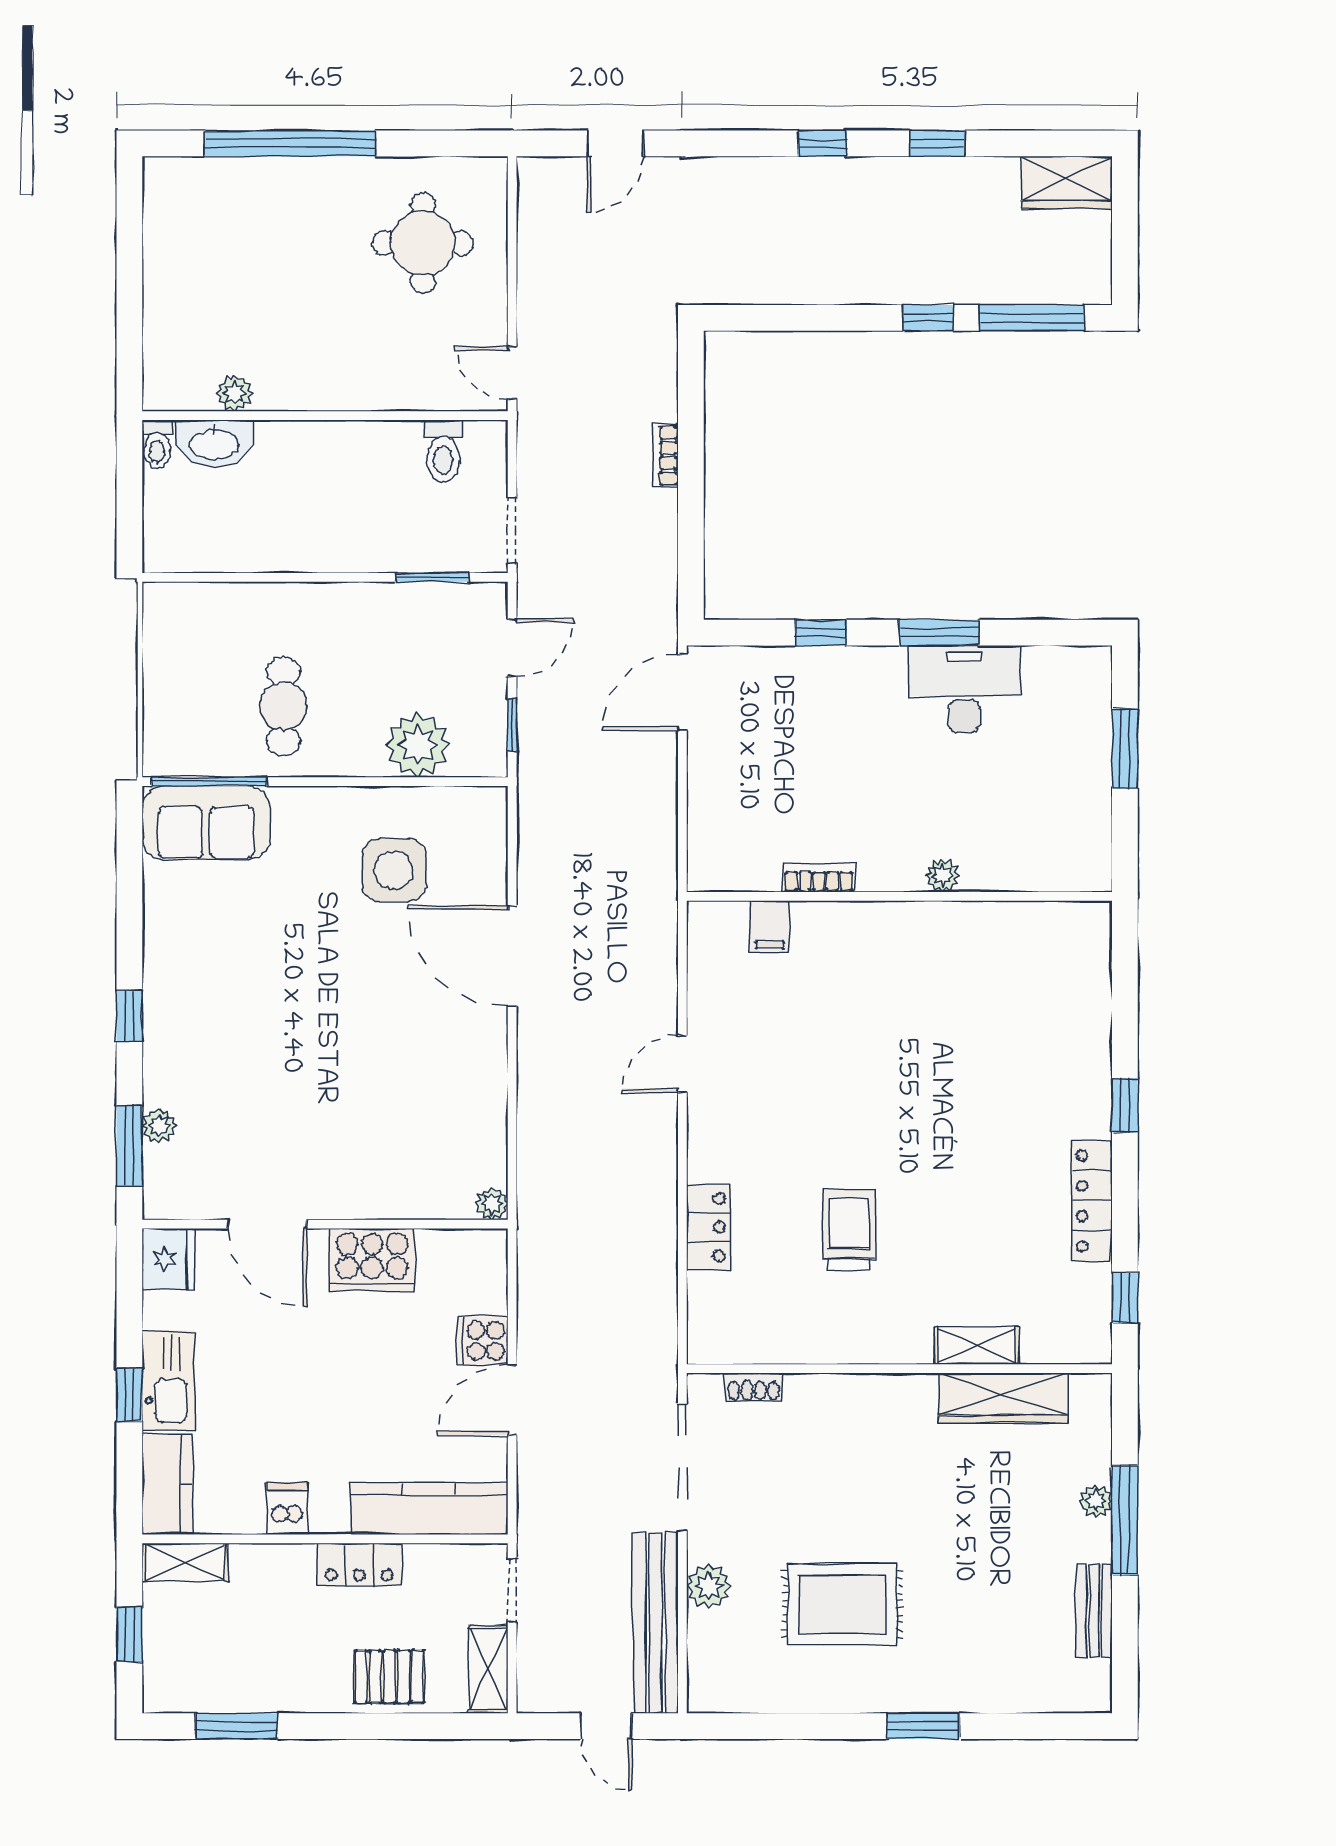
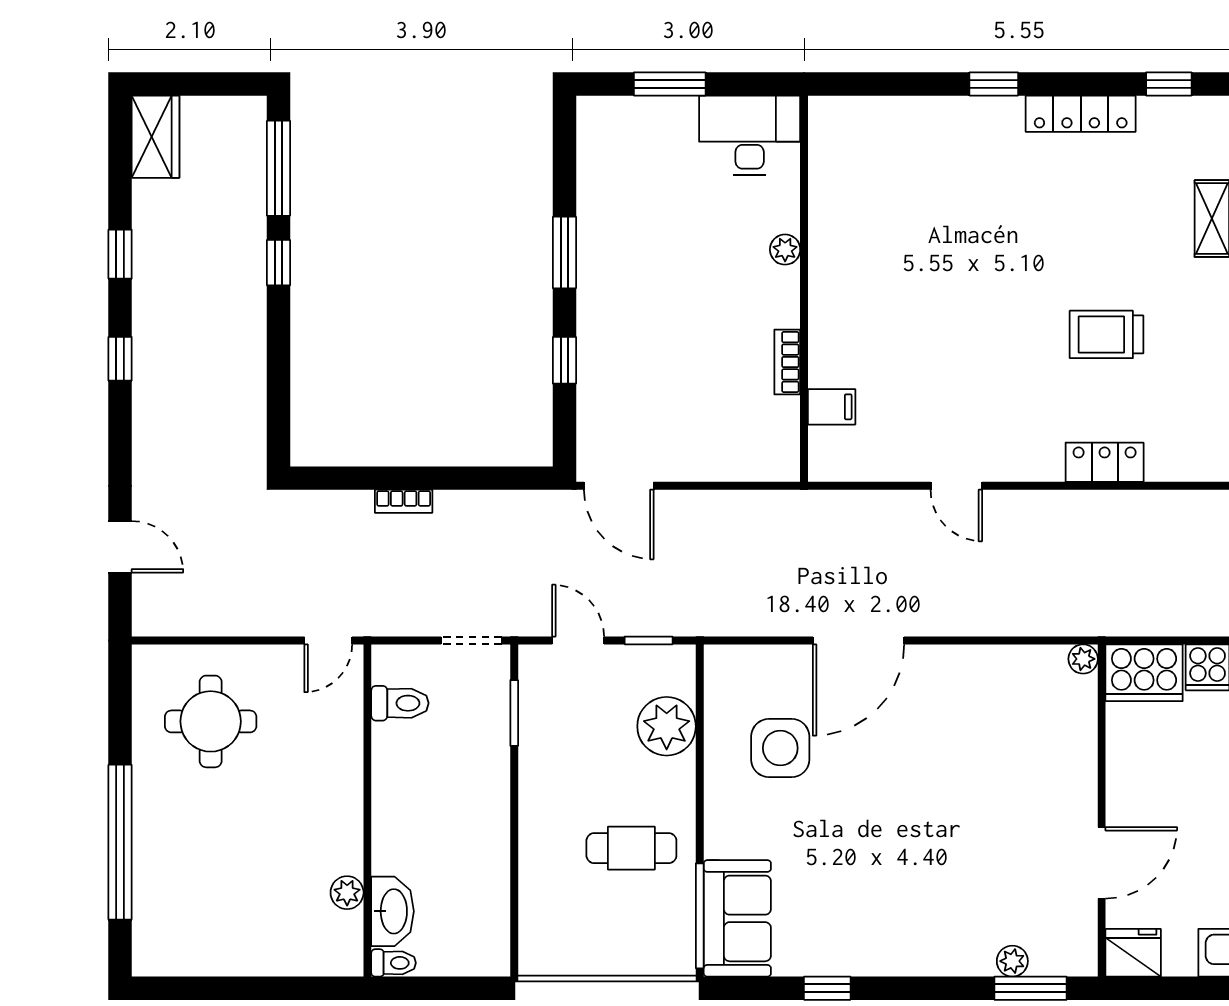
desk: (964, 689) -> (750, 135), moved, turned 90
window: (129, 1016) -> (827, 988), moved
cooker: (372, 1260) -> (1144, 673), moved, turned 90

